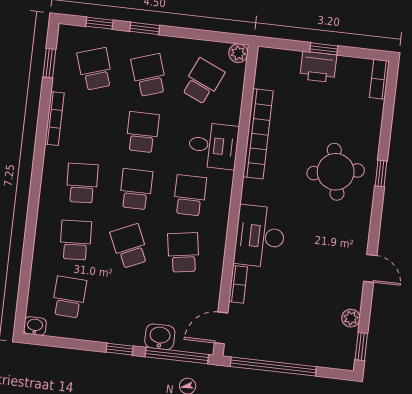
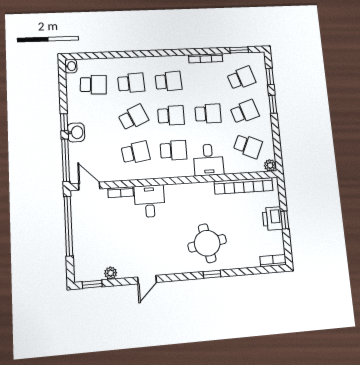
bookcase: (258, 134) -> (244, 186), moved
desk: (260, 236) -> (150, 201), width x0.73
washbasin: (160, 337) -> (76, 132), moved

